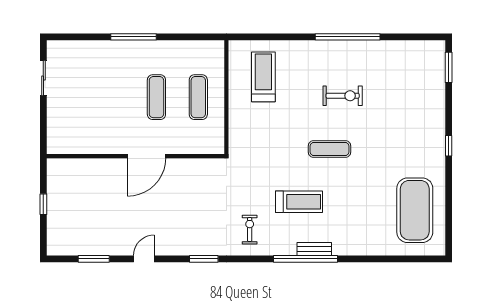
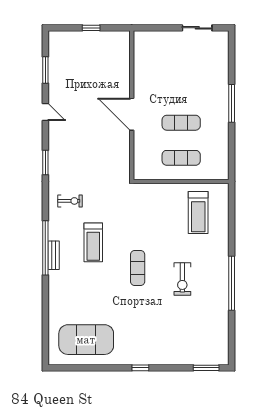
treadmill: (263, 77) -> (198, 213), turned 90

